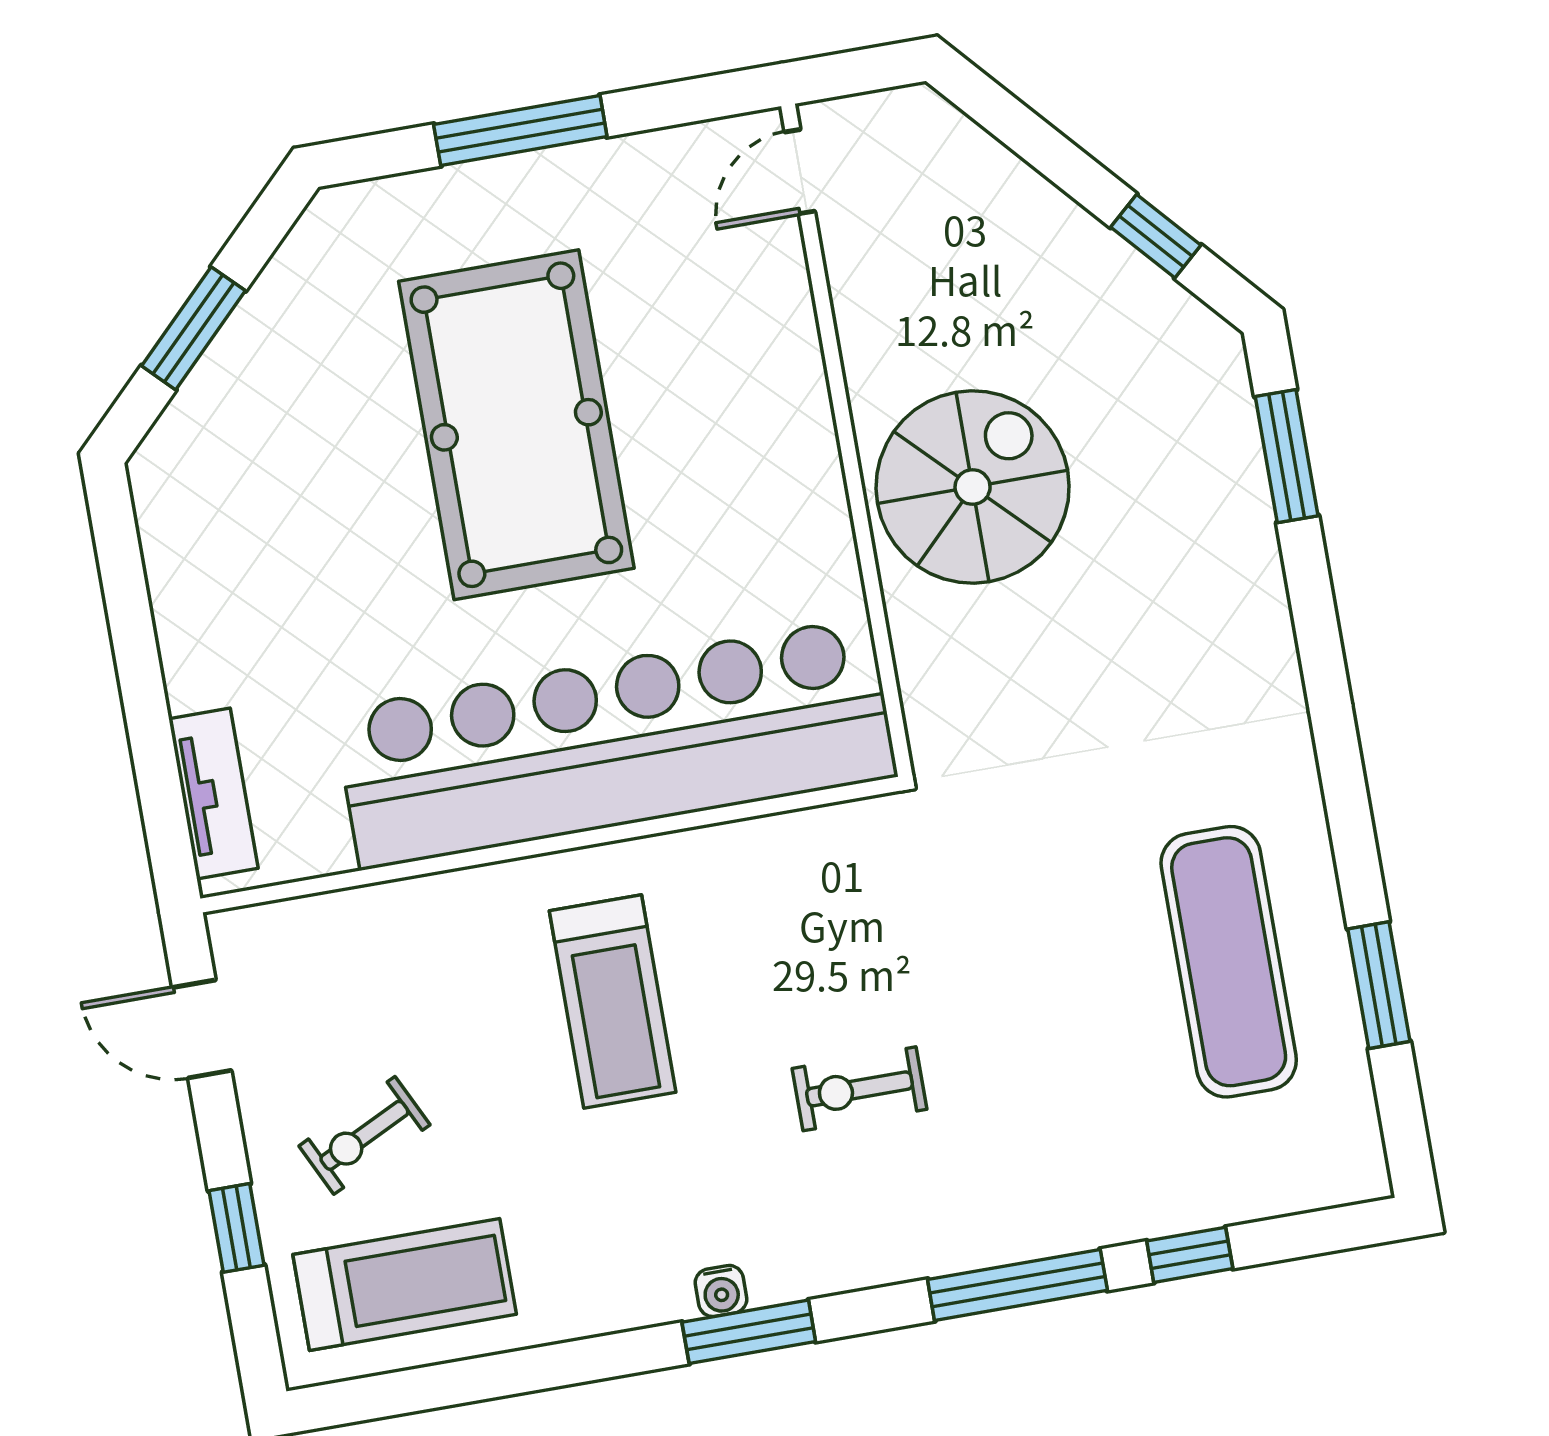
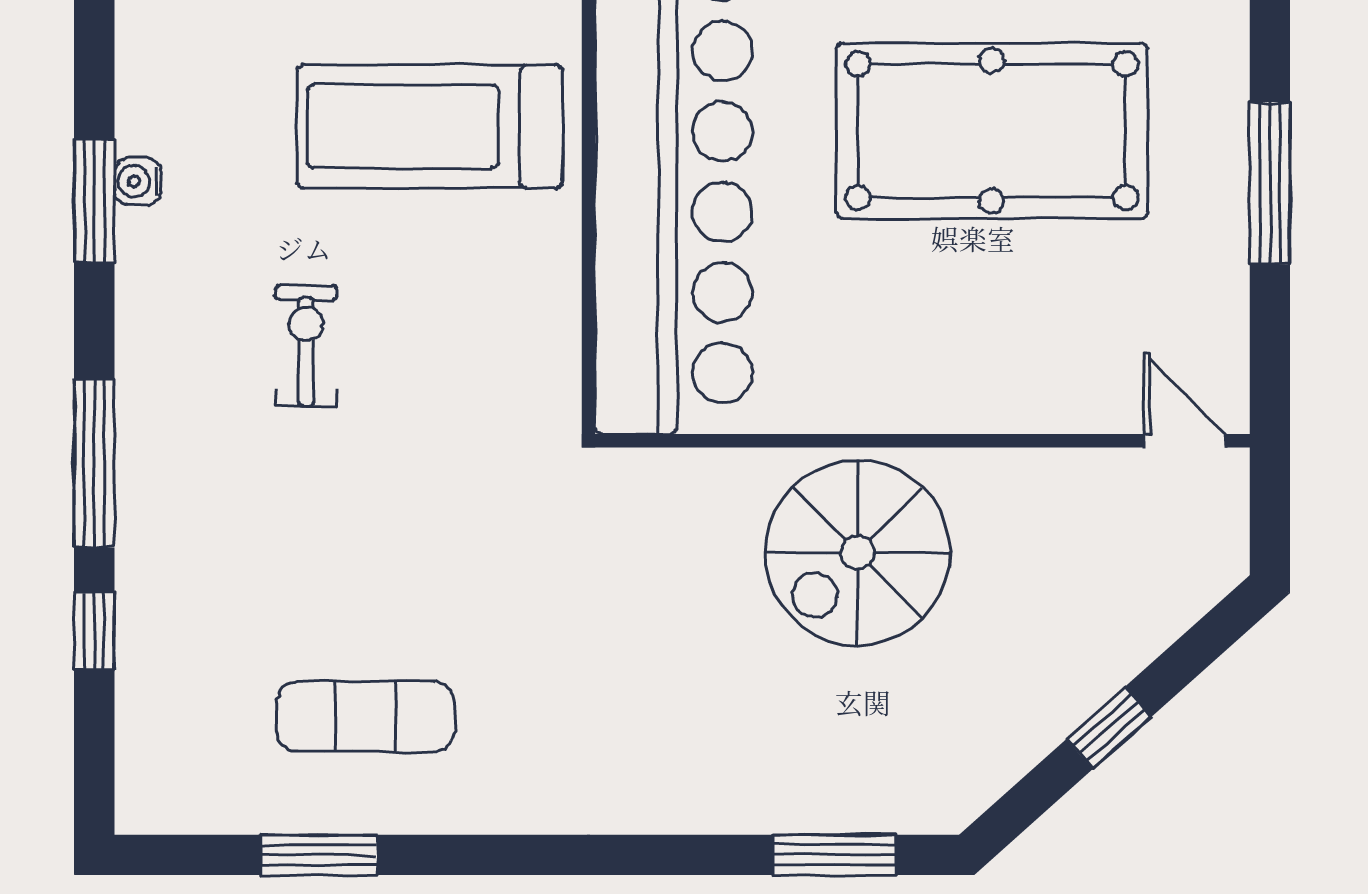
window: (1156, 236) -> (1109, 728), moved
spiral stairs: (973, 487) -> (857, 552), turned 90
exercise mat: (1229, 962) -> (365, 717), width x0.73, depth x0.69
treadmill: (613, 1002) -> (430, 126), width x1.37, depth x1.38

